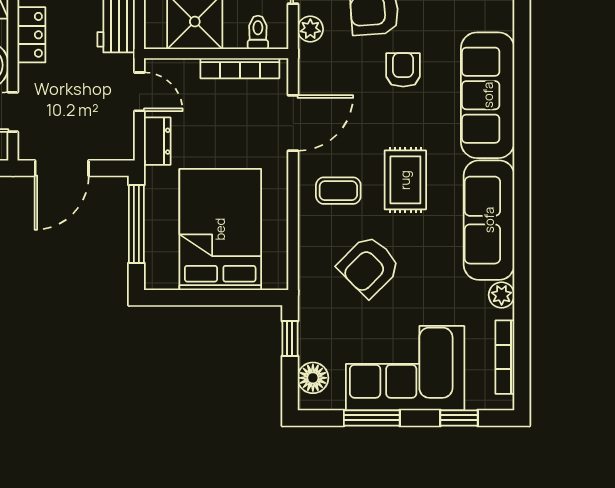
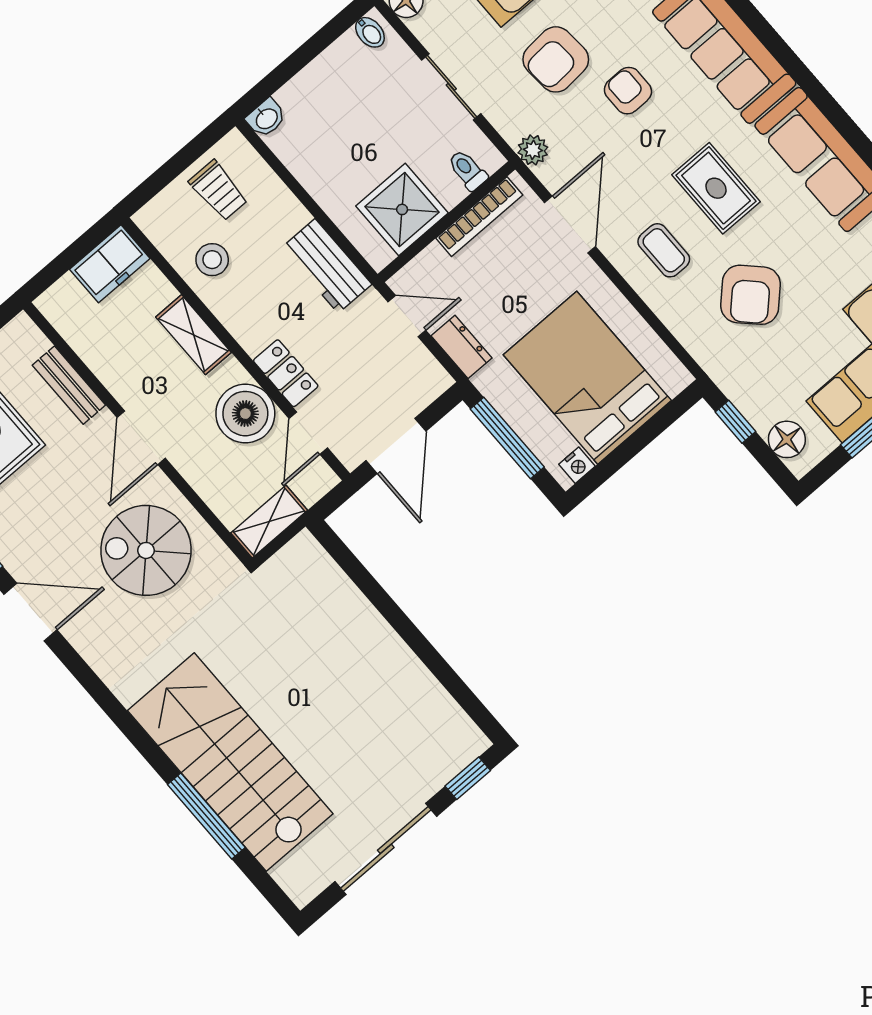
plant: (310, 29) -> (533, 150), moved
locker: (31, 35) -> (286, 373), moved
coffee table: (338, 191) -> (664, 250), turned 90
nightstand: (166, 279) -> (577, 465), added

